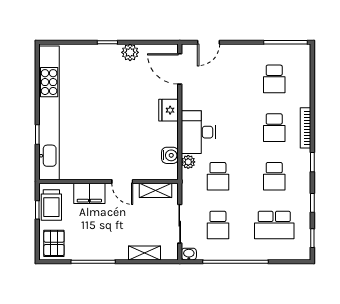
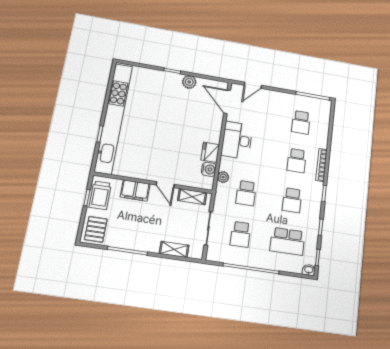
fridge: (169, 110) -> (210, 152), moved
desk: (198, 132) -> (237, 140), moved
washbasin: (189, 254) -> (309, 270), moved

